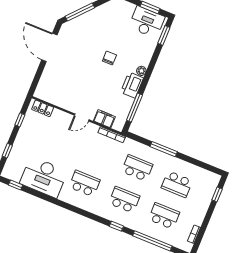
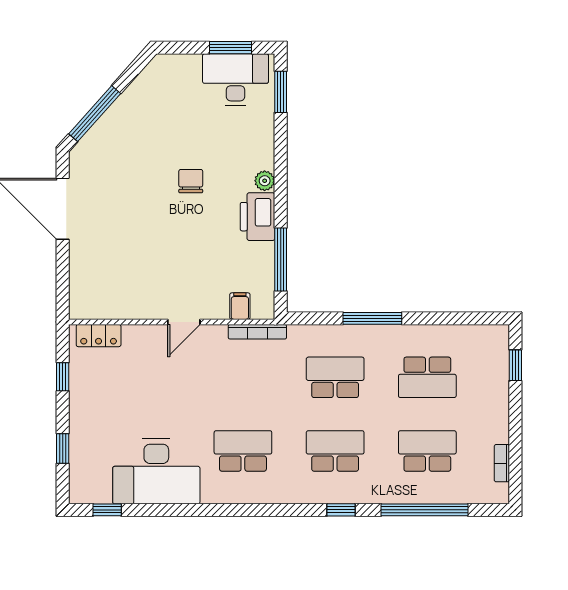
filing cabinet: (104, 119) -> (240, 306), width x0.50

